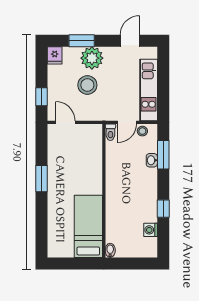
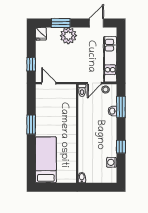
stool: (87, 85) -> (65, 56), removed
bed: (88, 226) -> (46, 160), moved

